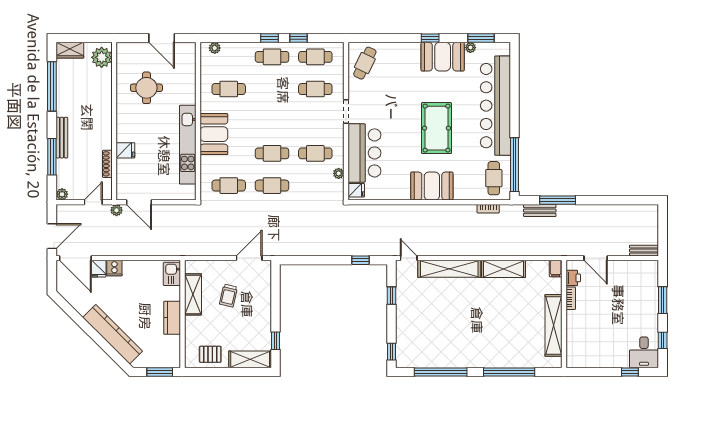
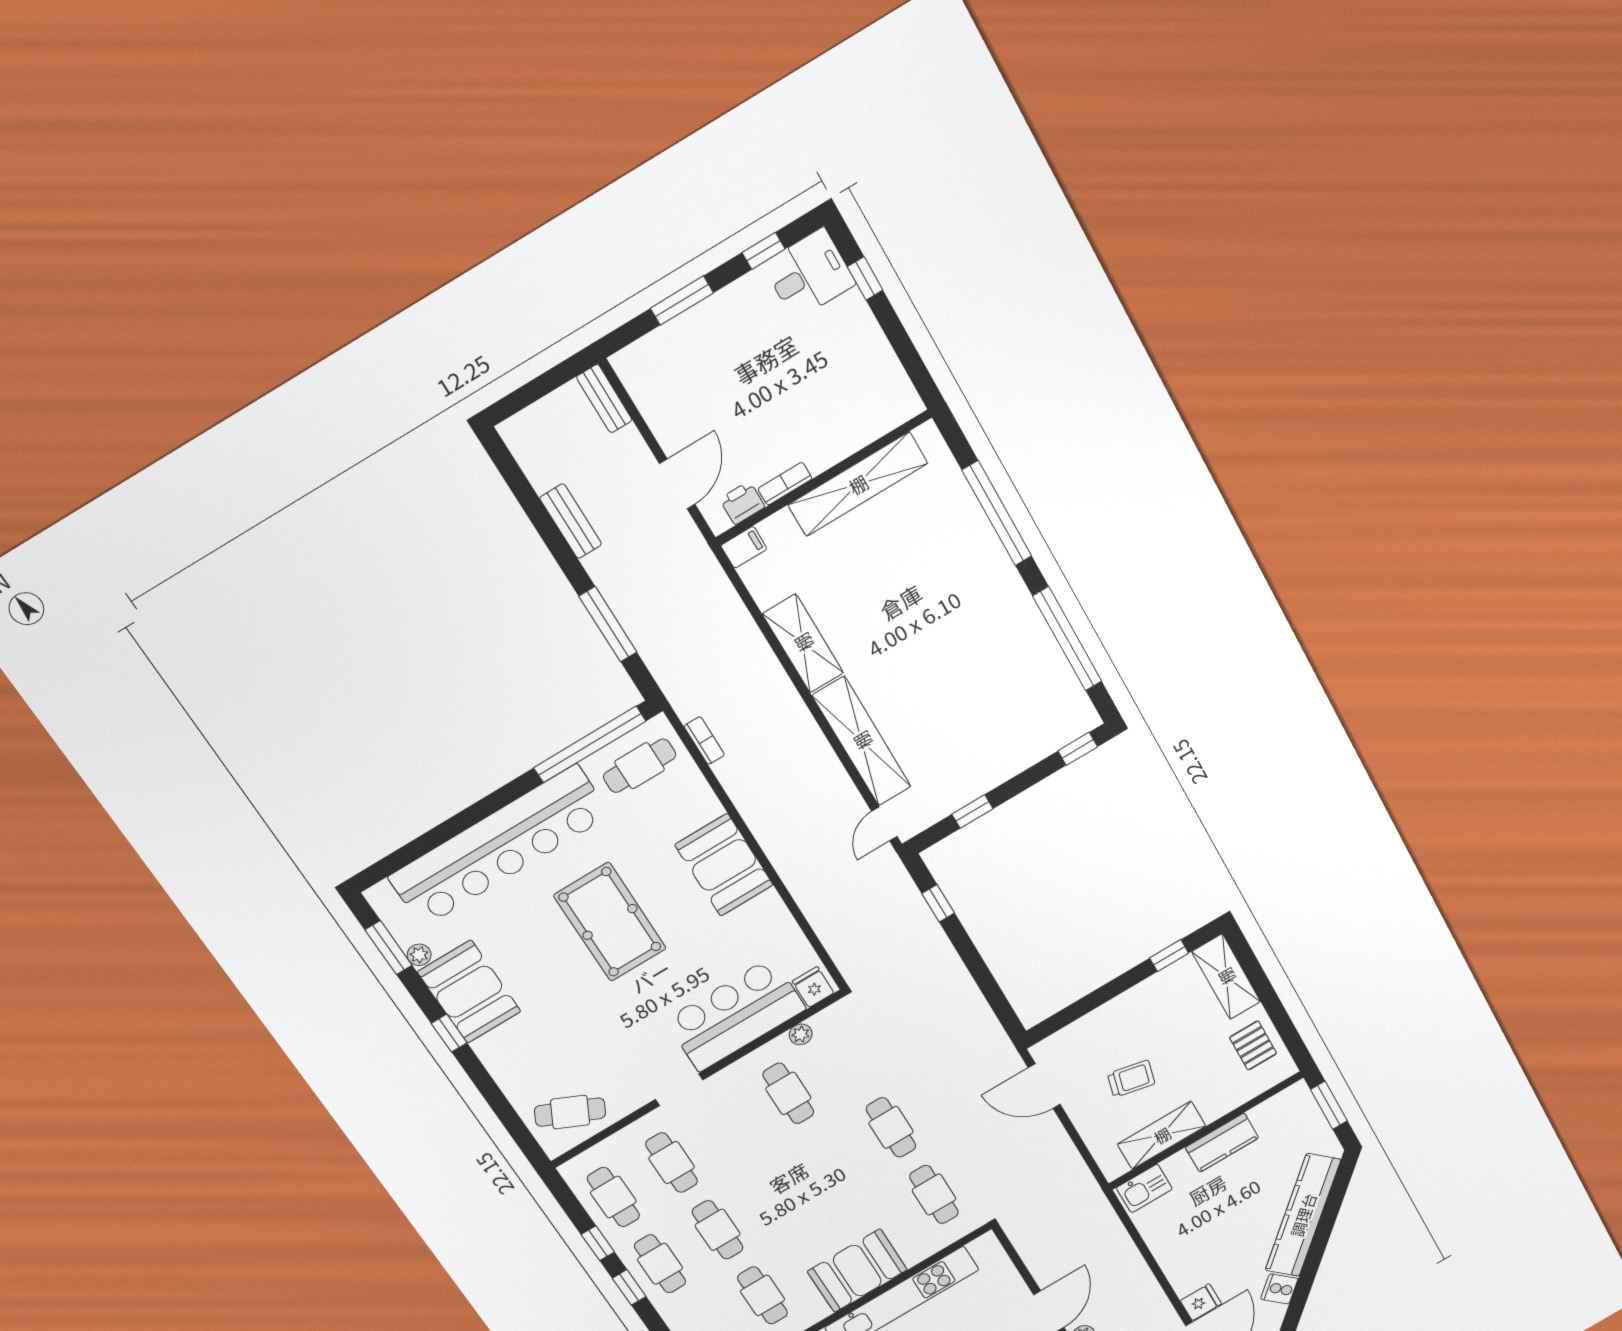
pool table: (436, 128) -> (610, 922), turned 90
cafe table: (272, 153) -> (718, 1230), moved
bench: (540, 211) -> (571, 521), moved
cooker: (114, 268) -> (1279, 1289), moved, turned -135

